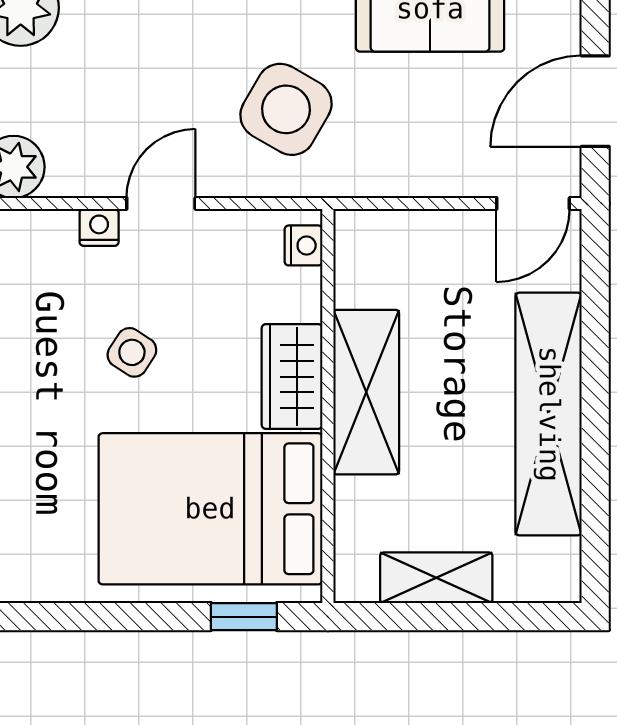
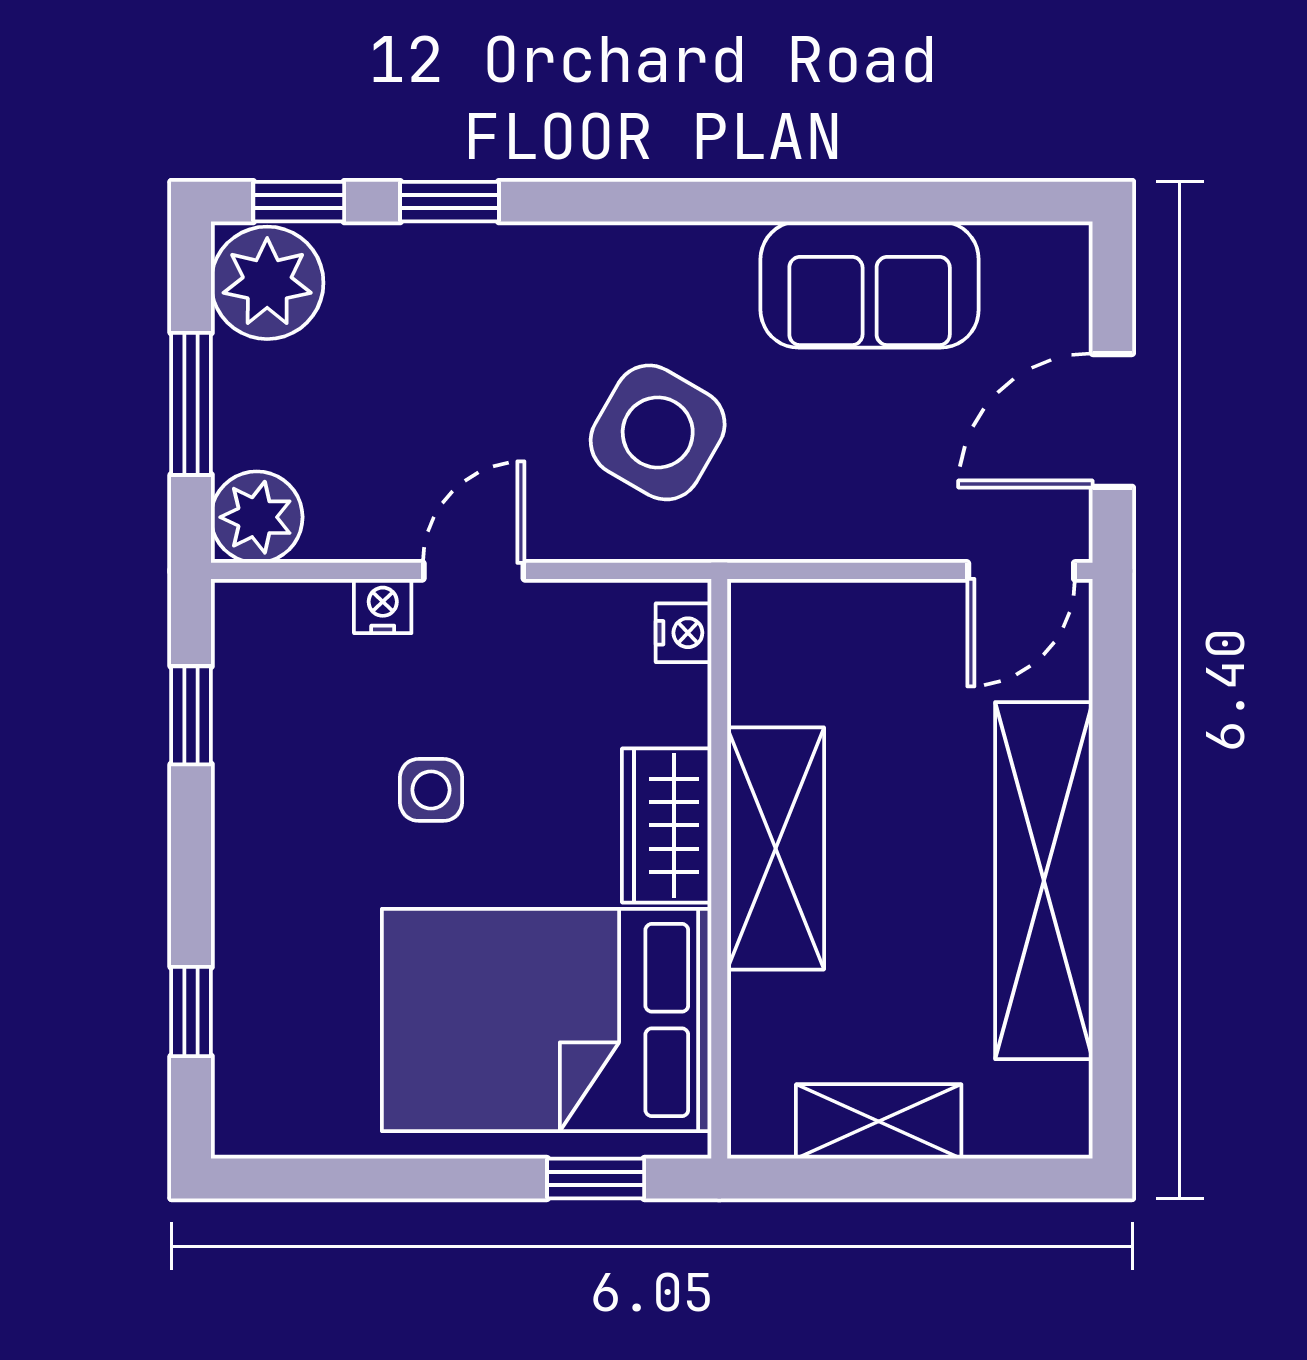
side table: (132, 352) -> (431, 790), turned -33

